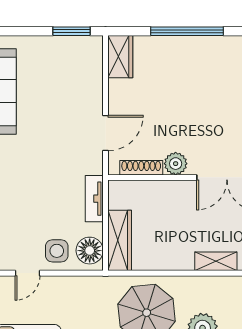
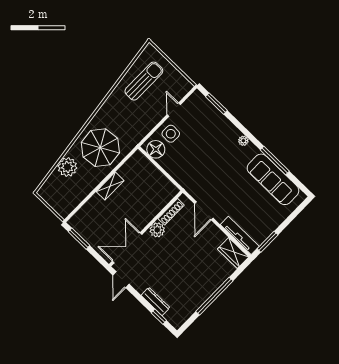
tv unit: (94, 199) -> (240, 235), moved, width x1.41
wardrobe: (120, 240) -> (147, 168), removed
shelving: (216, 261) -> (110, 186), moved

